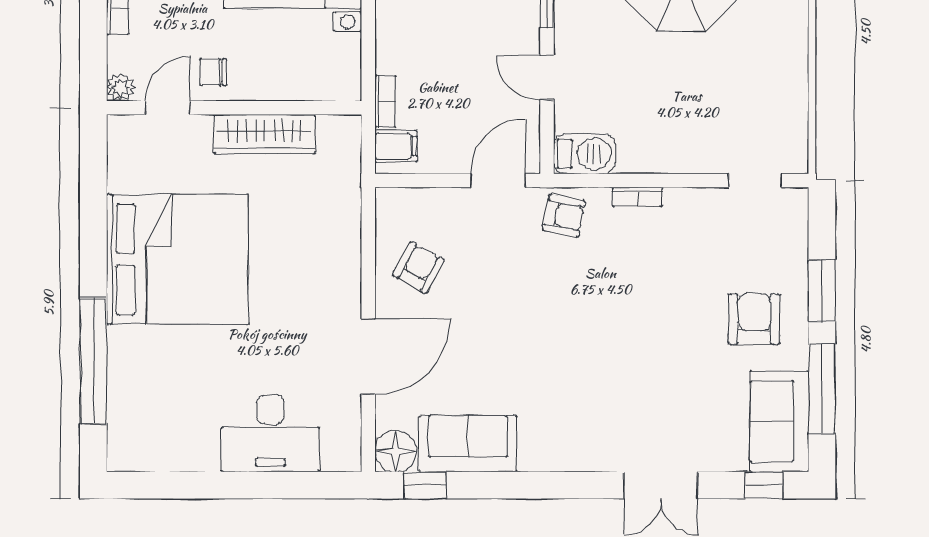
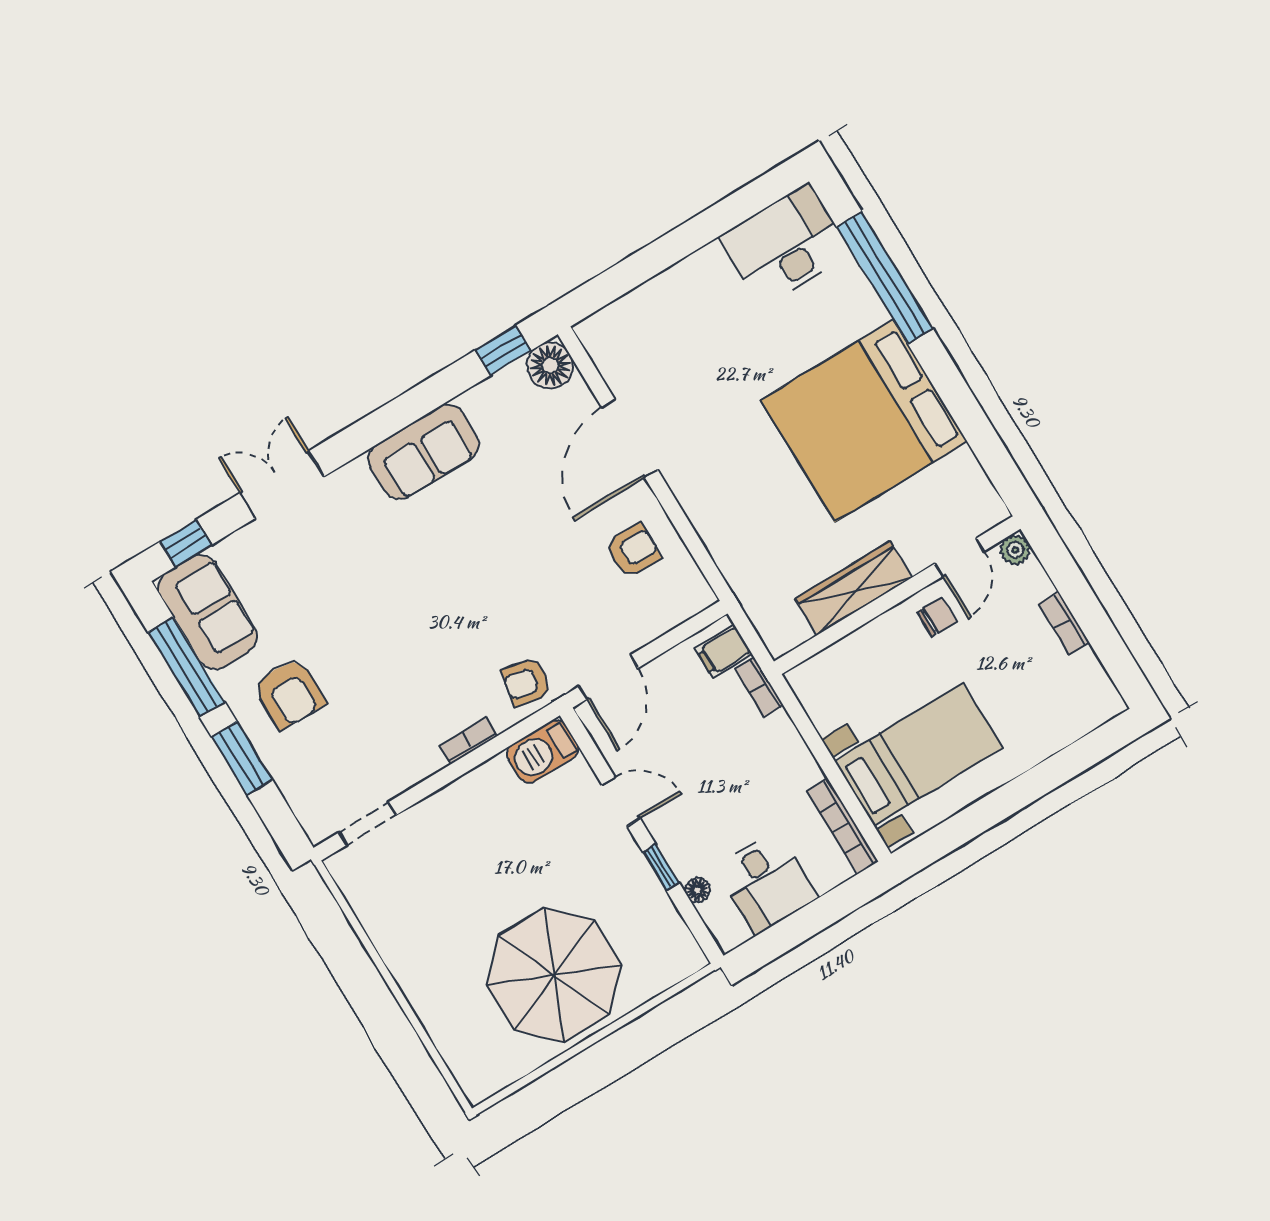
armchair: (418, 268) -> (633, 550), turned -119
desk: (270, 434) -> (785, 245), moved
sofa: (468, 444) -> (424, 452), moved

